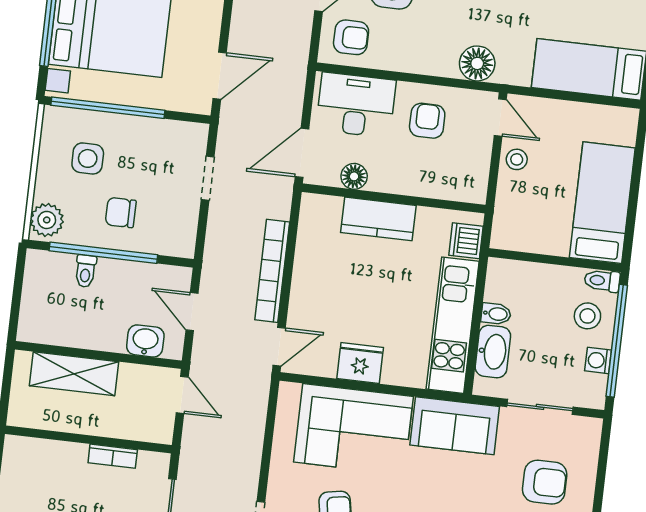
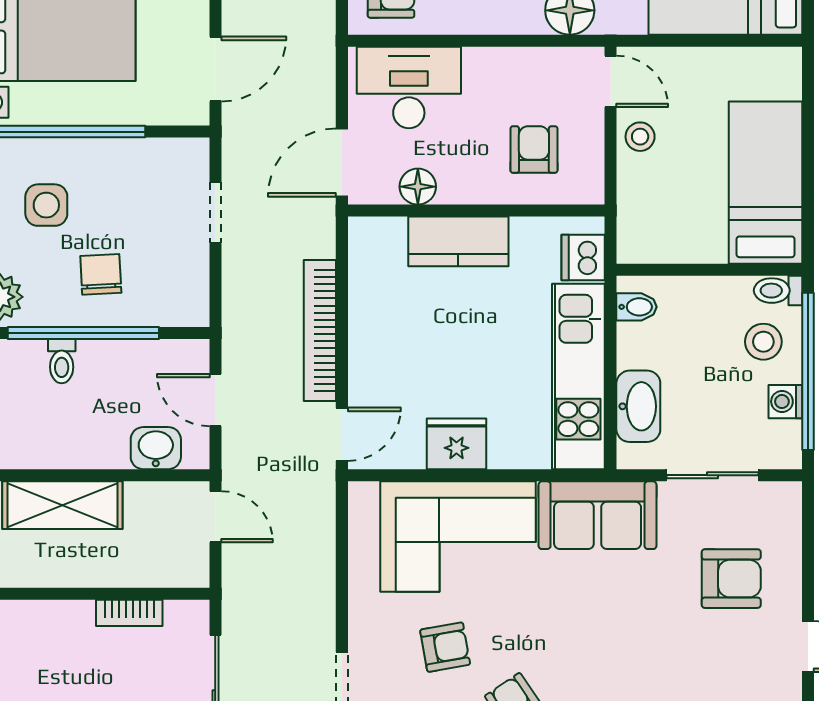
armchair: (427, 121) -> (534, 150), moved
chair: (121, 212) -> (101, 274), turned 87
bidet: (496, 314) -> (637, 307), moved

